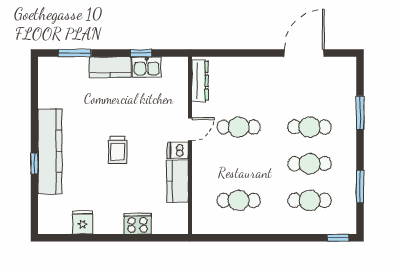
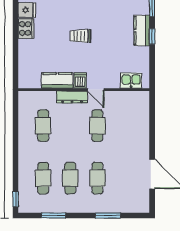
window: (141, 53) -> (152, 36), moved
kitchen sink: (147, 67) -> (131, 81), moved, turned 90
dresser: (200, 81) -> (72, 97), moved
cooker: (137, 224) -> (26, 28), moved

